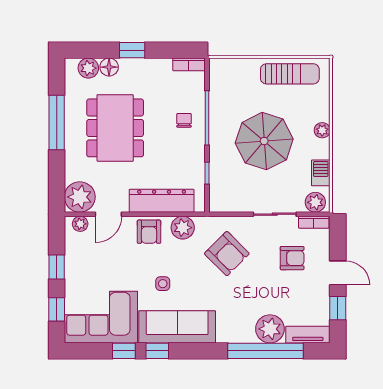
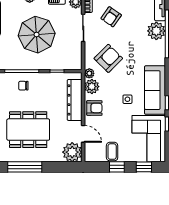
plant: (80, 224) -> (89, 73), moved
armchair: (292, 258) -> (111, 17), turned -145
coffee table: (81, 259) -> (112, 152), added

